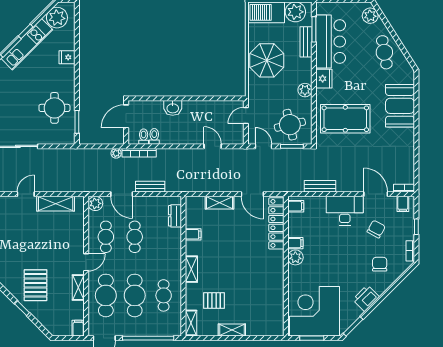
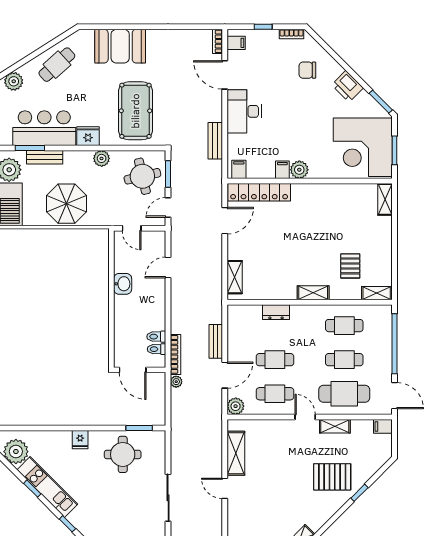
cafe table: (384, 52) -> (57, 65), turned -32
fridge: (67, 57) -> (80, 440), moved
washbasin: (173, 108) -> (123, 284), moved
door: (376, 194) -> (225, 75), hinge flipped
shelving: (220, 203) -> (235, 277), moved
dresser: (175, 216) -> (276, 312), moved
chair: (376, 229) -> (266, 74), removed
filing cabinet: (193, 234) -> (272, 291), removed
cafe table: (135, 295) -> (344, 360), width x0.73, depth x0.74
shelving: (232, 330) -> (385, 199), moved

